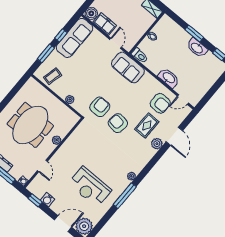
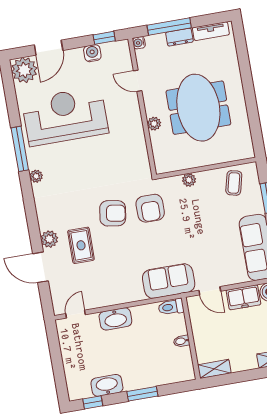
washbasin: (197, 48) -> (107, 385), moved
armchair: (160, 103) -> (94, 283), removed
reception desk: (90, 187) -> (65, 116), width x1.36, depth x1.30

